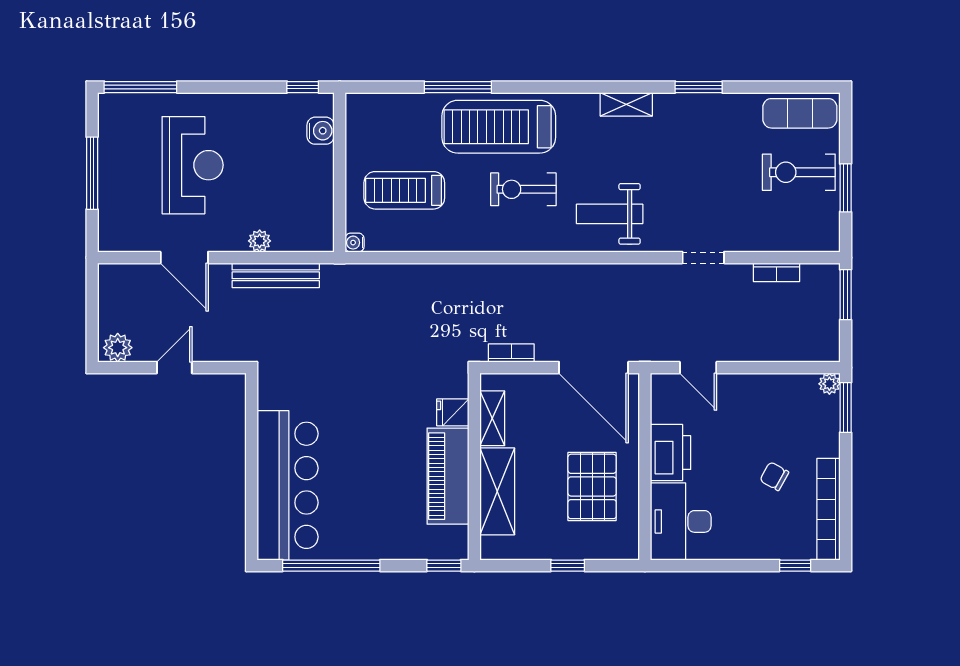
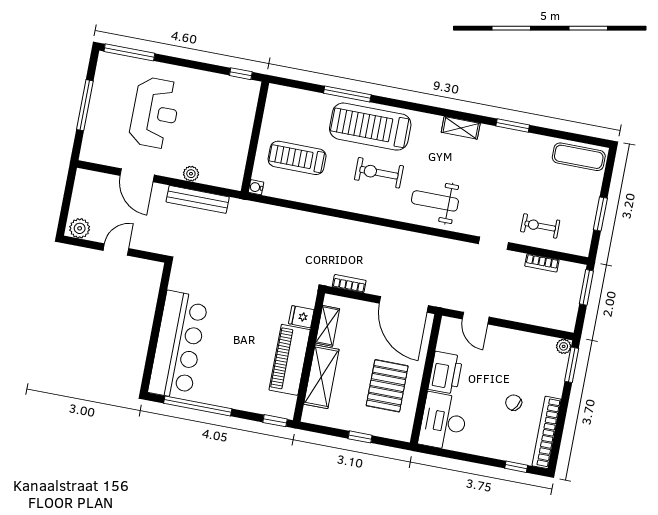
water cooler: (321, 131) -> (247, 106), removed
exercise bike: (799, 172) -> (540, 226), moved, width x0.73, depth x0.72

